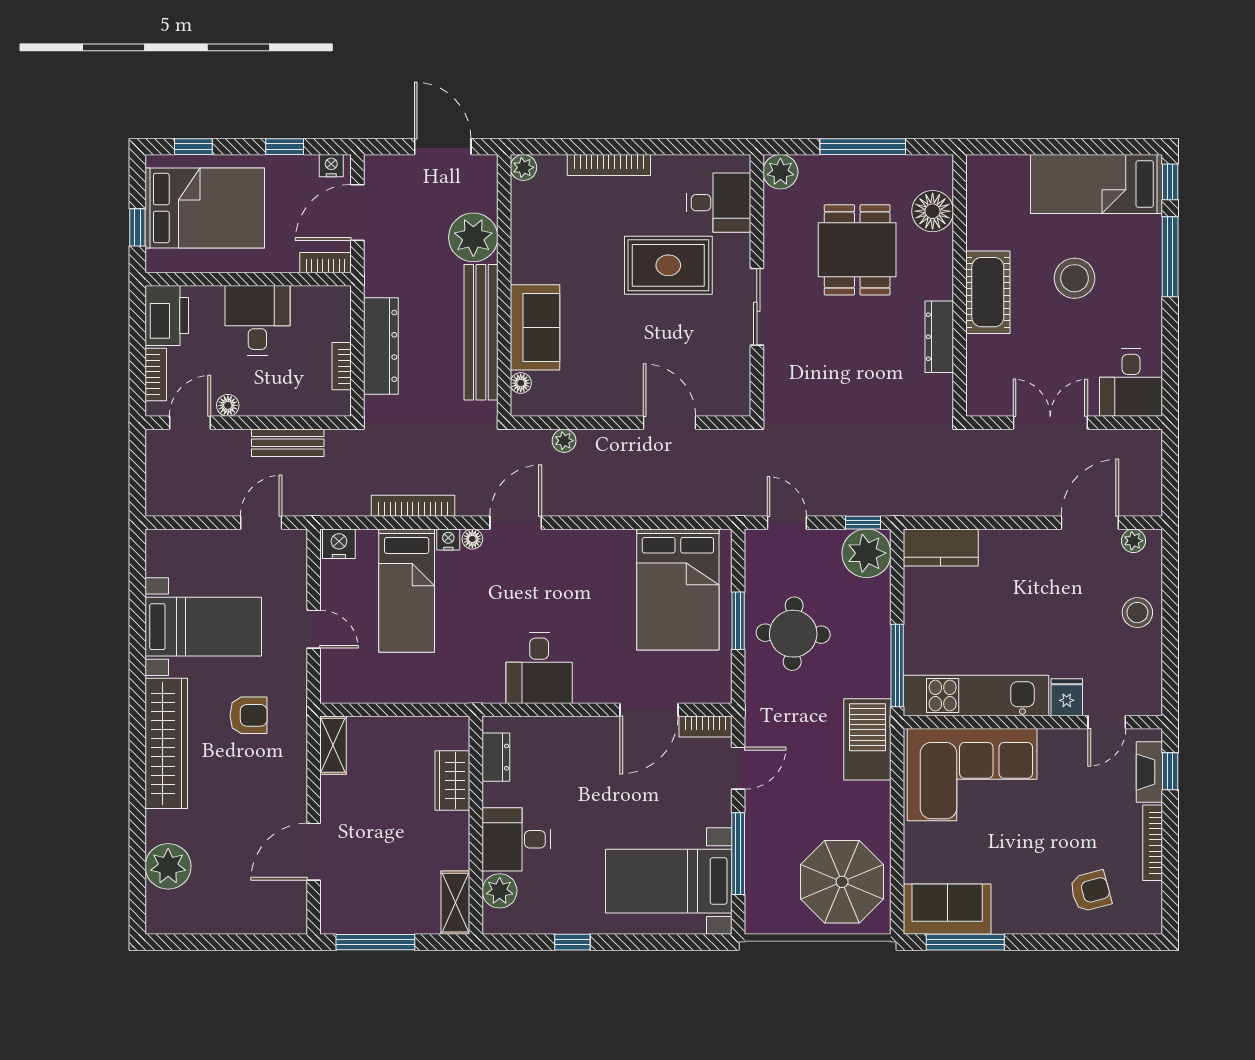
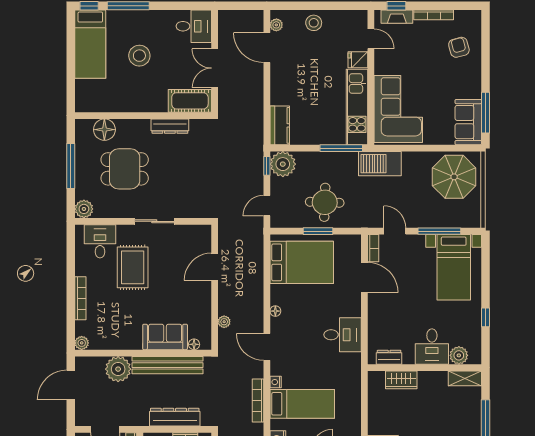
cot: (988, 292) -> (190, 101), moved
floor lamp: (472, 539) -> (275, 311), moved

